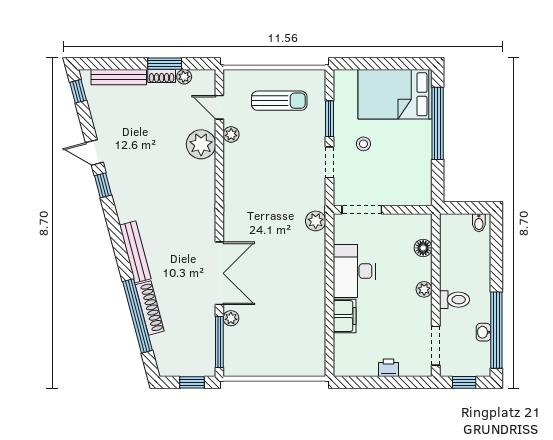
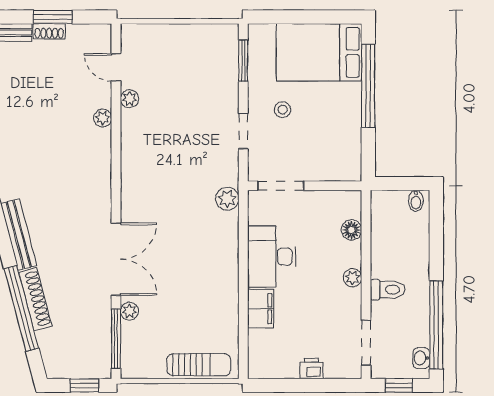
plant: (184, 77) -> (75, 32), removed
sun lounger: (279, 101) -> (199, 365), moved
window: (329, 119) -> (243, 61), moved
plant: (201, 144) -> (103, 118), width x0.53, depth x0.53
washbasin: (483, 332) -> (421, 358), moved

